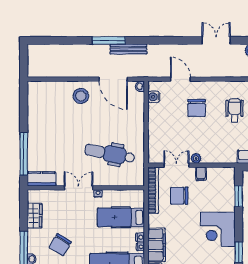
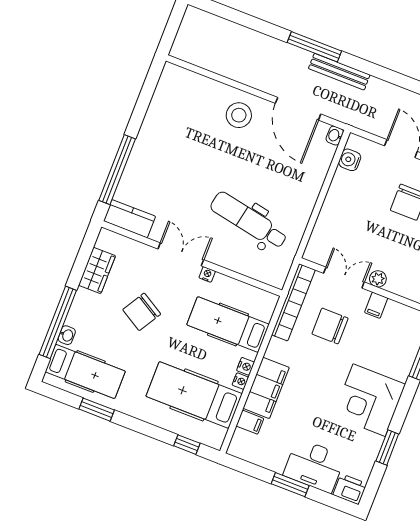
chair: (60, 245) -> (142, 312), moved

